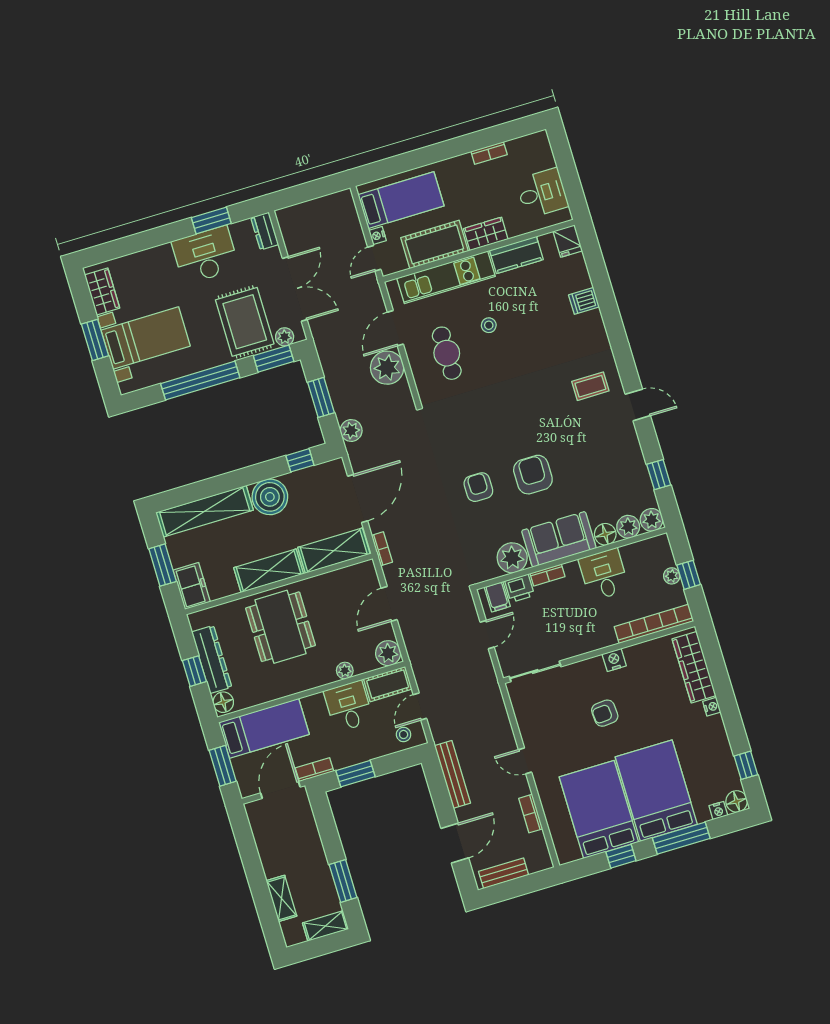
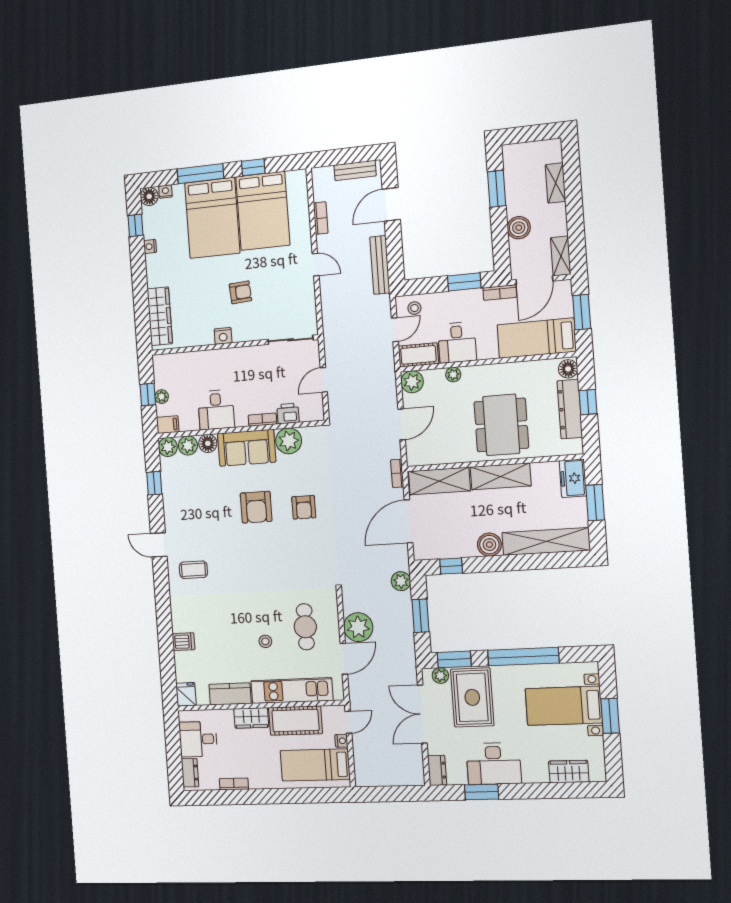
dresser: (543, 152) -> (190, 773), added
wardrobe: (102, 292) -> (569, 772), moved, turned 90
boiler: (270, 497) -> (489, 545), width x0.73, depth x0.73
filing cabinet: (497, 597) -> (168, 425), moved, turned 90
bookcase: (654, 624) -> (184, 359), removed
nightstand: (712, 707) -> (150, 247), moved
boiler: (310, 843) -> (519, 228), added
shelving: (325, 926) -> (561, 256), moved, turned 90

